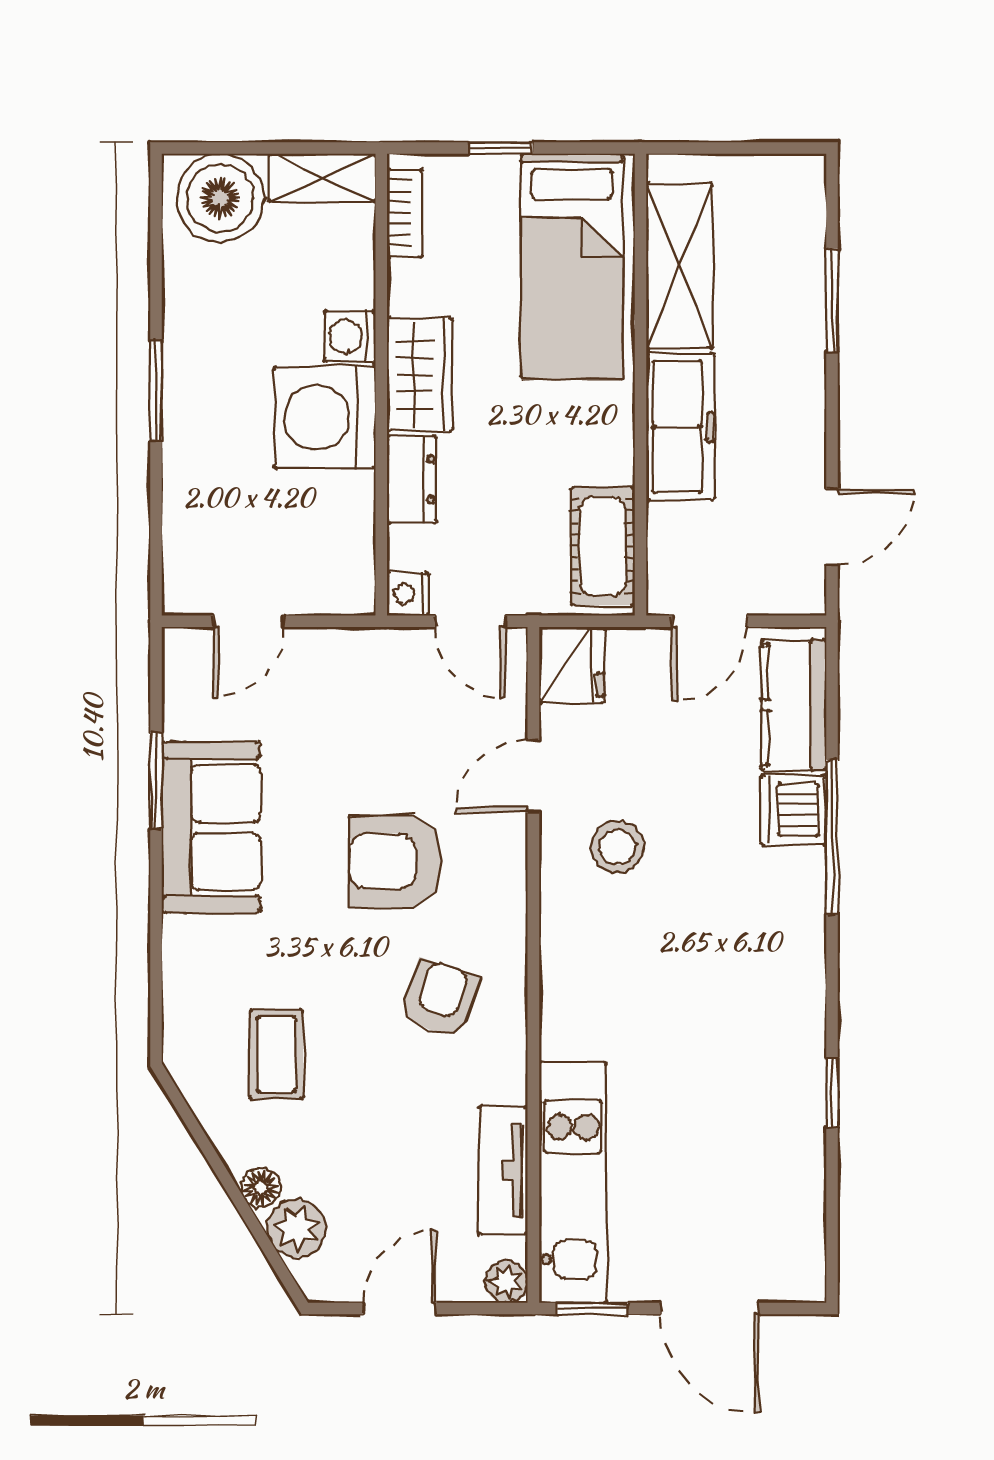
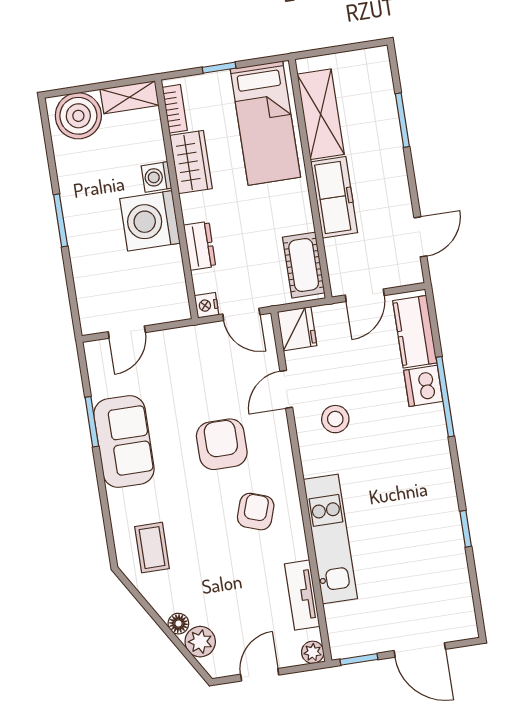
wardrobe: (420, 375) -> (191, 162), moved
armchair: (395, 861) -> (222, 444), turned 90
coffee table: (276, 1054) -> (152, 548), moved
kitchen unit: (573, 1182) -> (330, 539), moved

